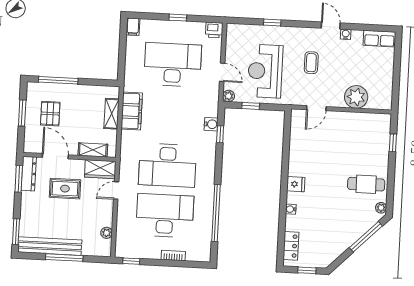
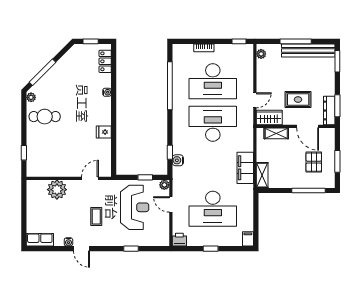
shelving: (112, 114) -> (262, 175), moved
fridge: (296, 184) -> (104, 132), moved
plant: (106, 233) -> (261, 54), moved

